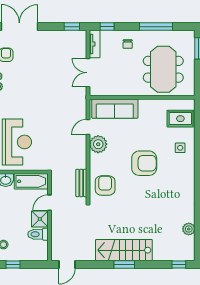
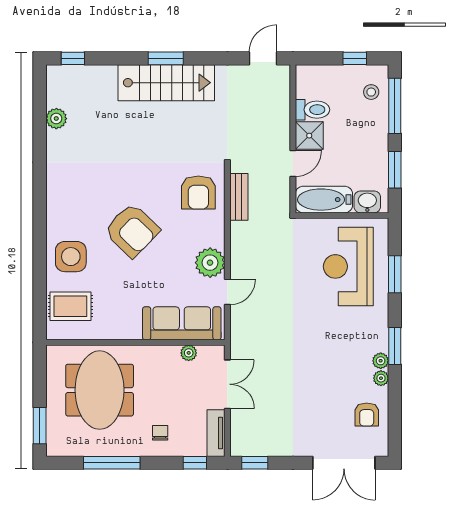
plant: (111, 91) -> (189, 353), added
side table: (180, 148) -> (71, 257), width x1.87, depth x1.87
armchair: (144, 163) -> (132, 230), turned -136

